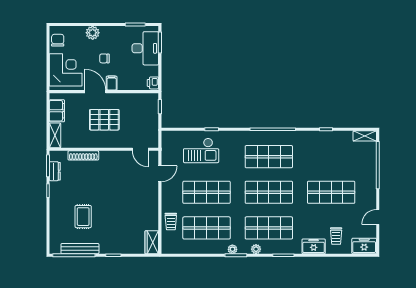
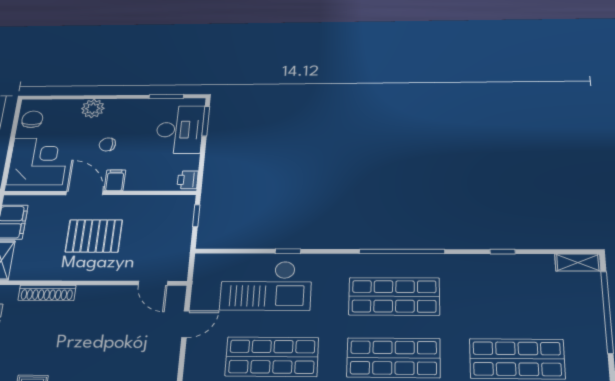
checkout: (201, 150) -> (266, 286), width x1.36, depth x1.21

